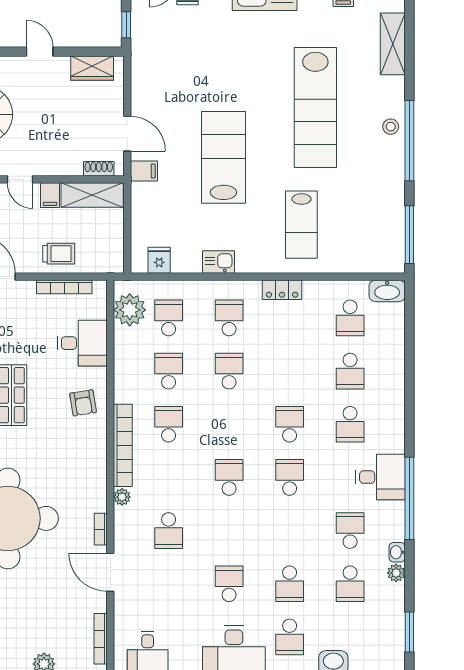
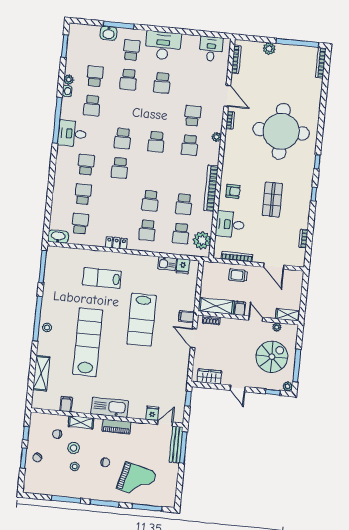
lab bench: (301, 225) -> (102, 278), turned -90
kitchen sink: (219, 262) -> (167, 264), moved
armchair: (83, 403) -> (233, 191), turned 99
school desk: (169, 424) -> (190, 145), moved
bookcase: (123, 445) -> (211, 188), moved
school desk: (290, 584) -> (128, 79), turned 180

